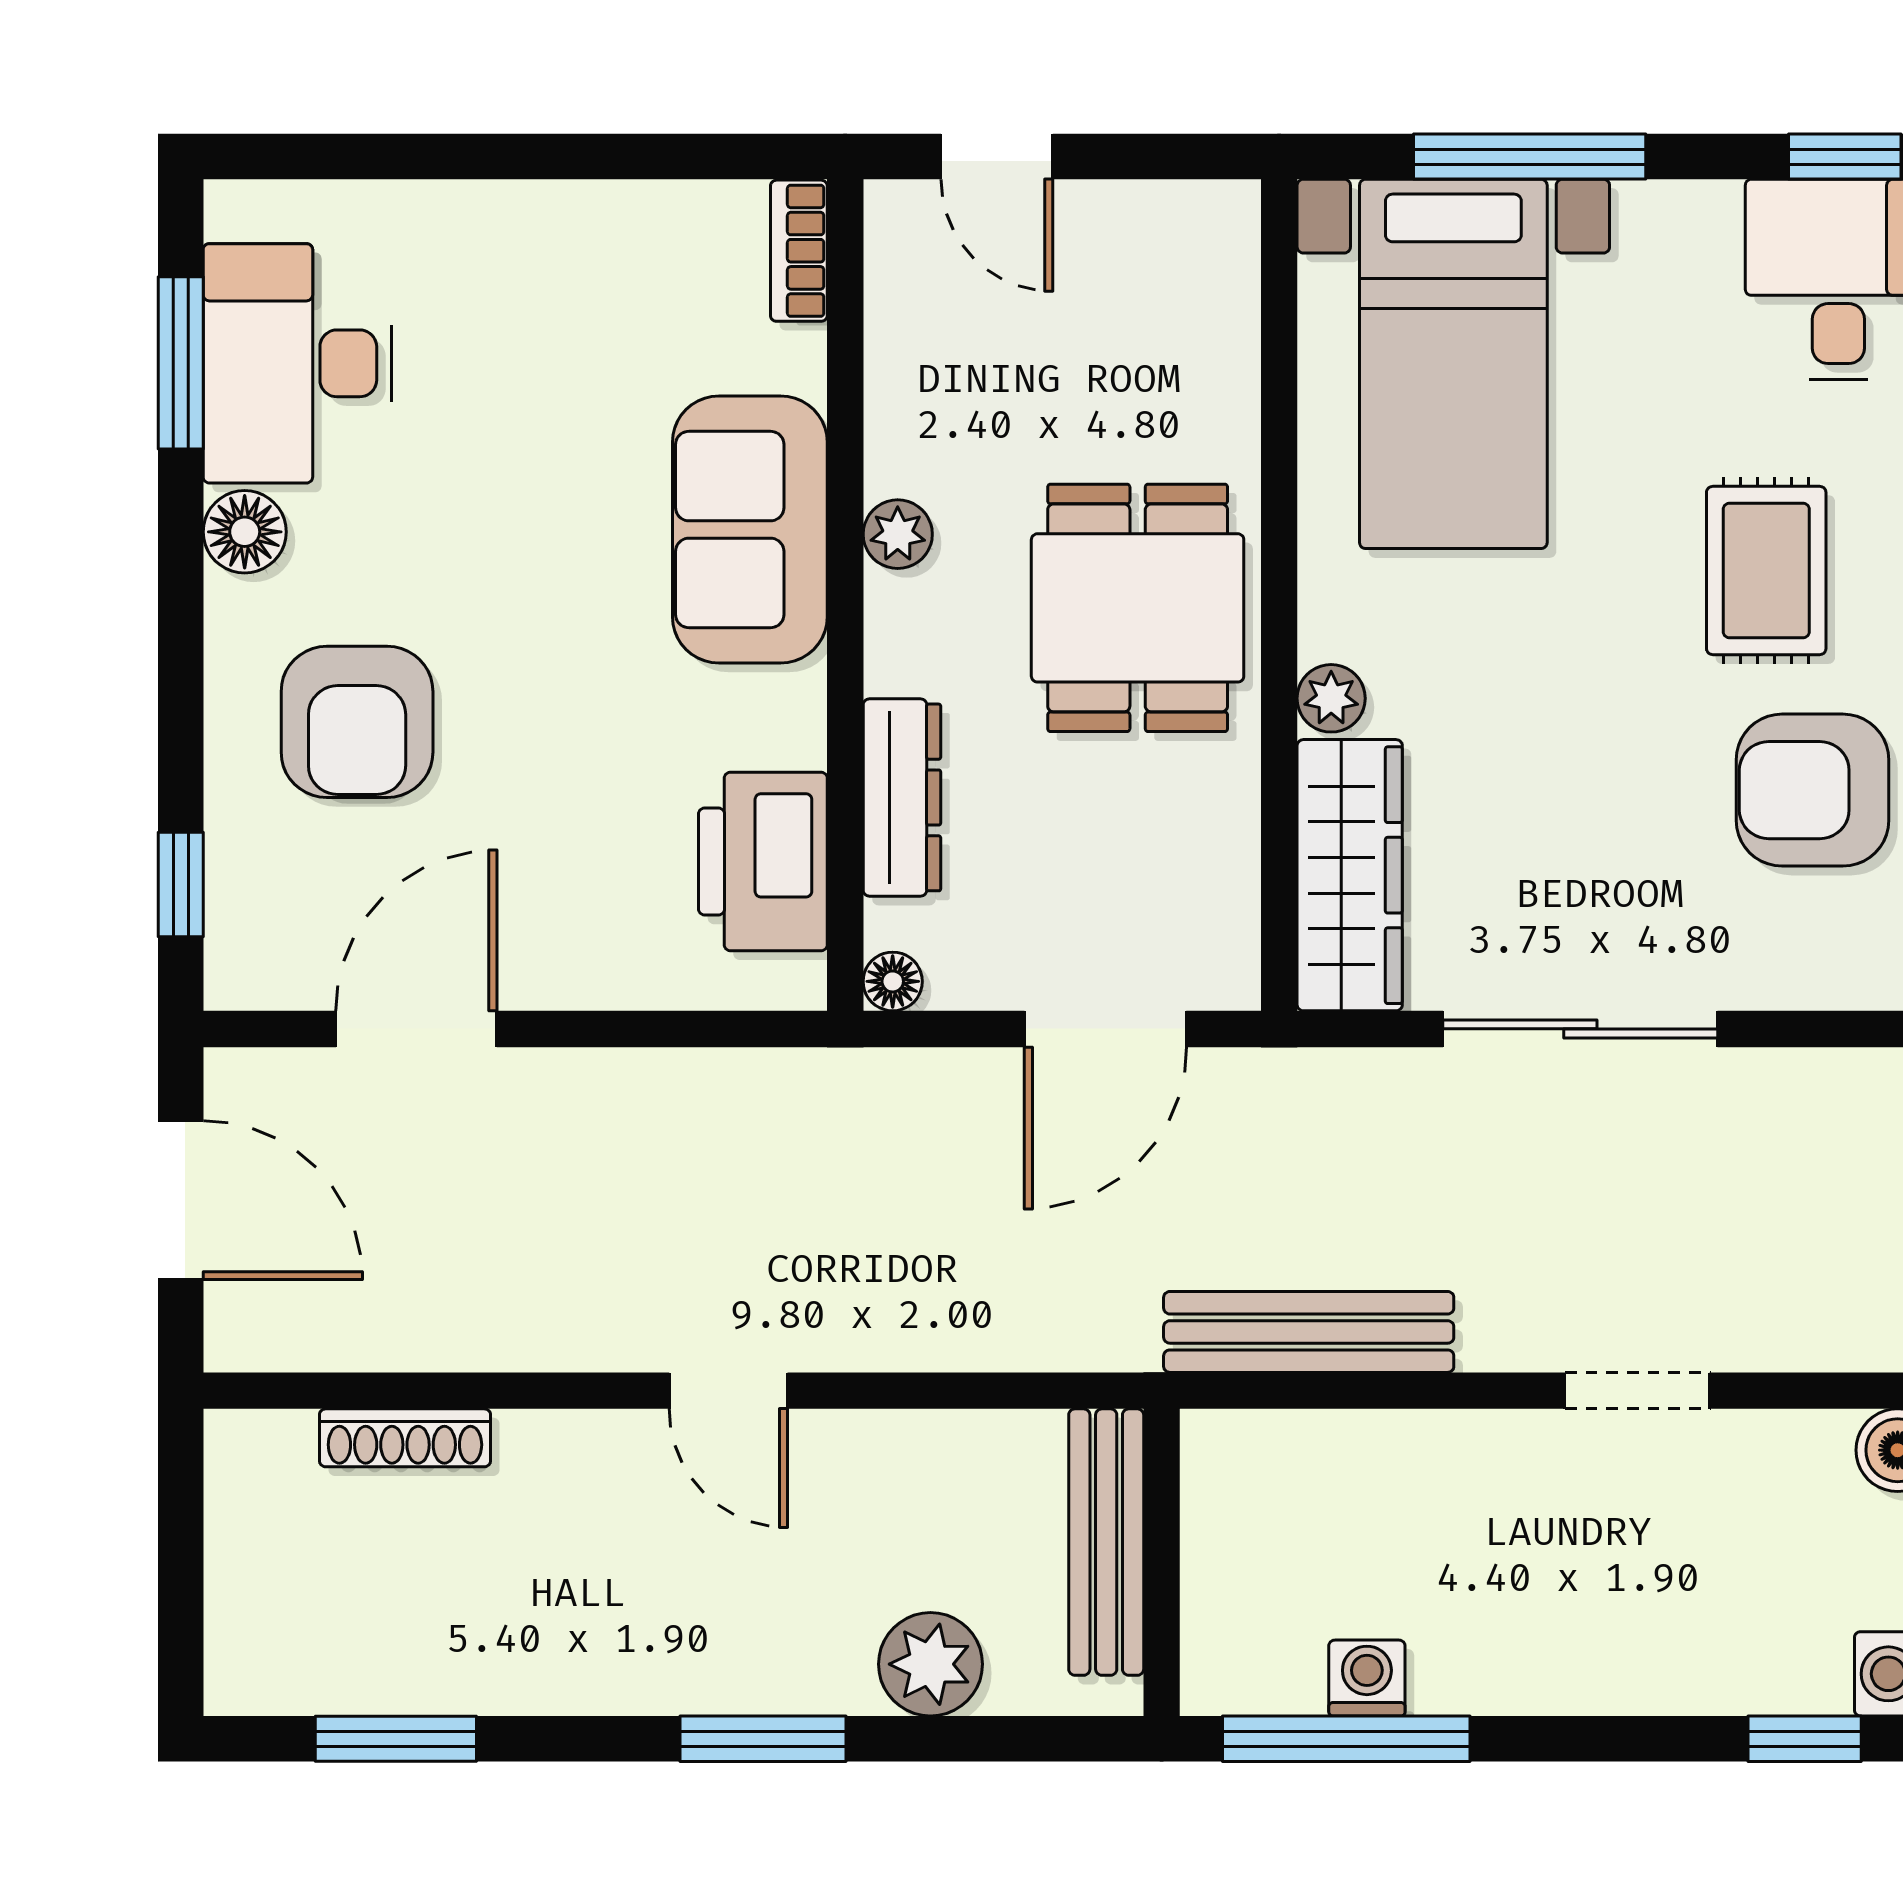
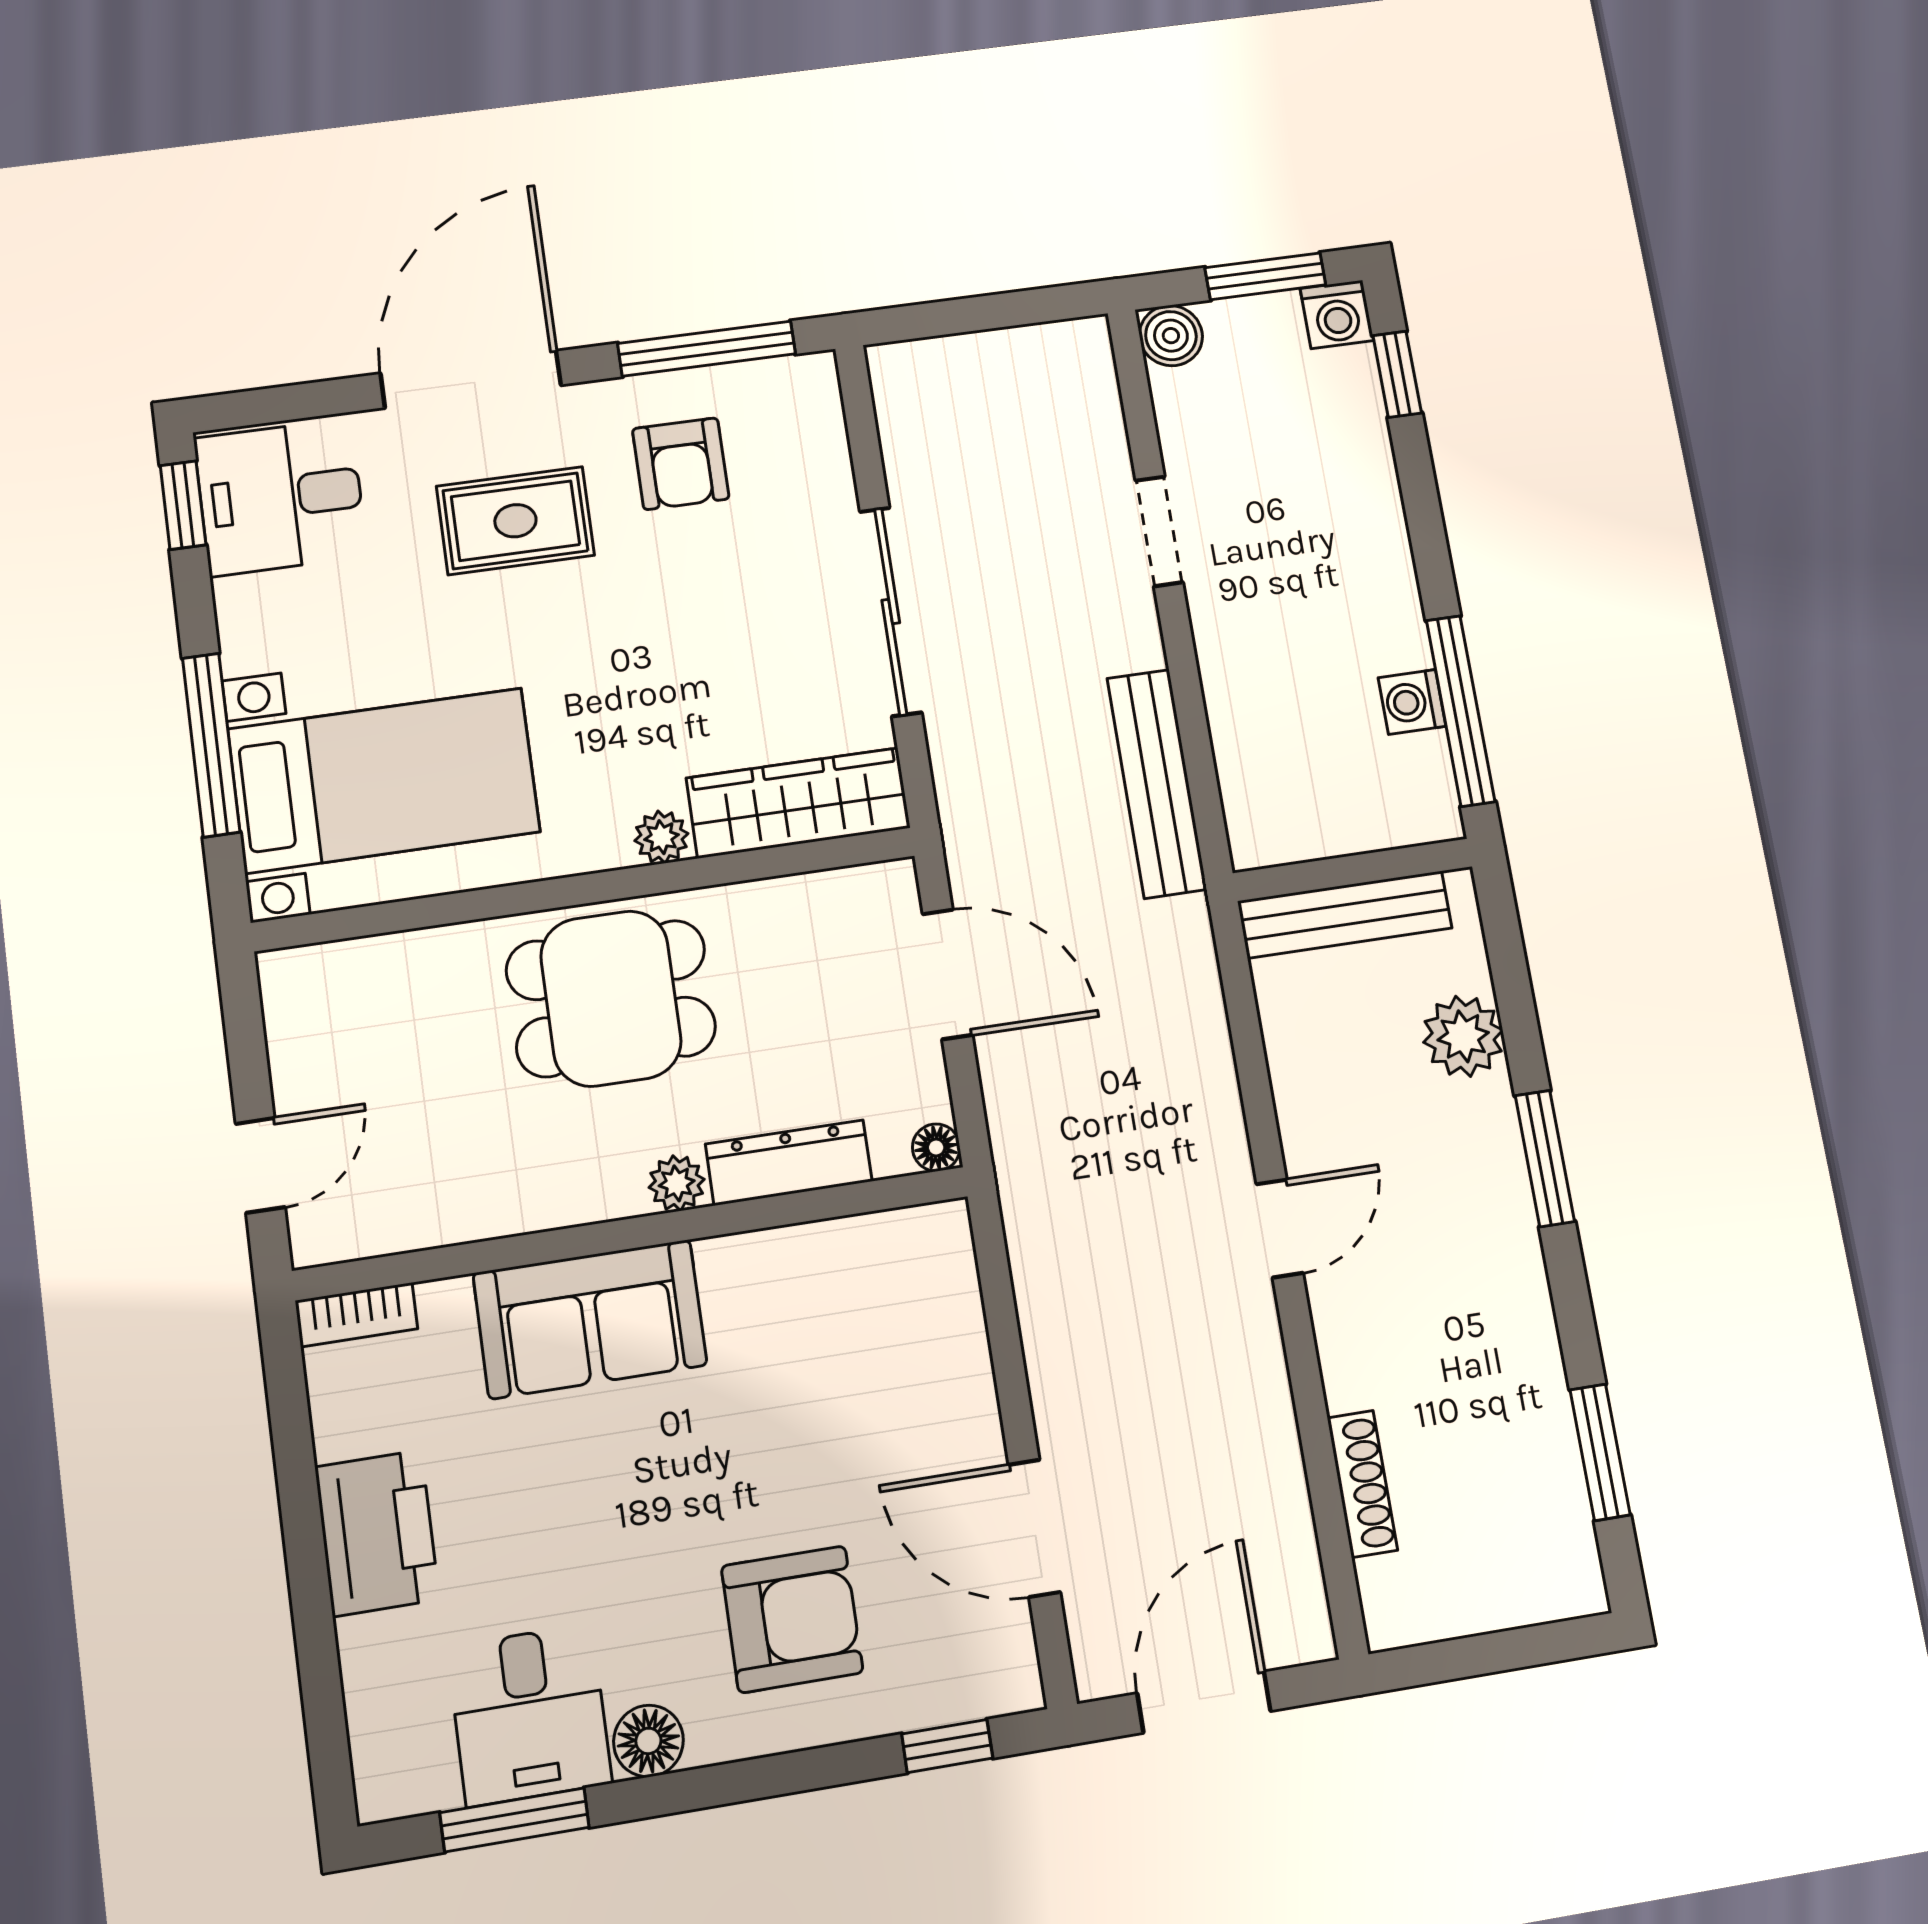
desk: (297, 363) -> (529, 1715), width x0.73
plant: (898, 534) -> (677, 1183), moved
armchair: (1812, 790) -> (681, 464), width x0.72, depth x0.72
printer: (763, 861) -> (377, 1533), moved, turned -90

